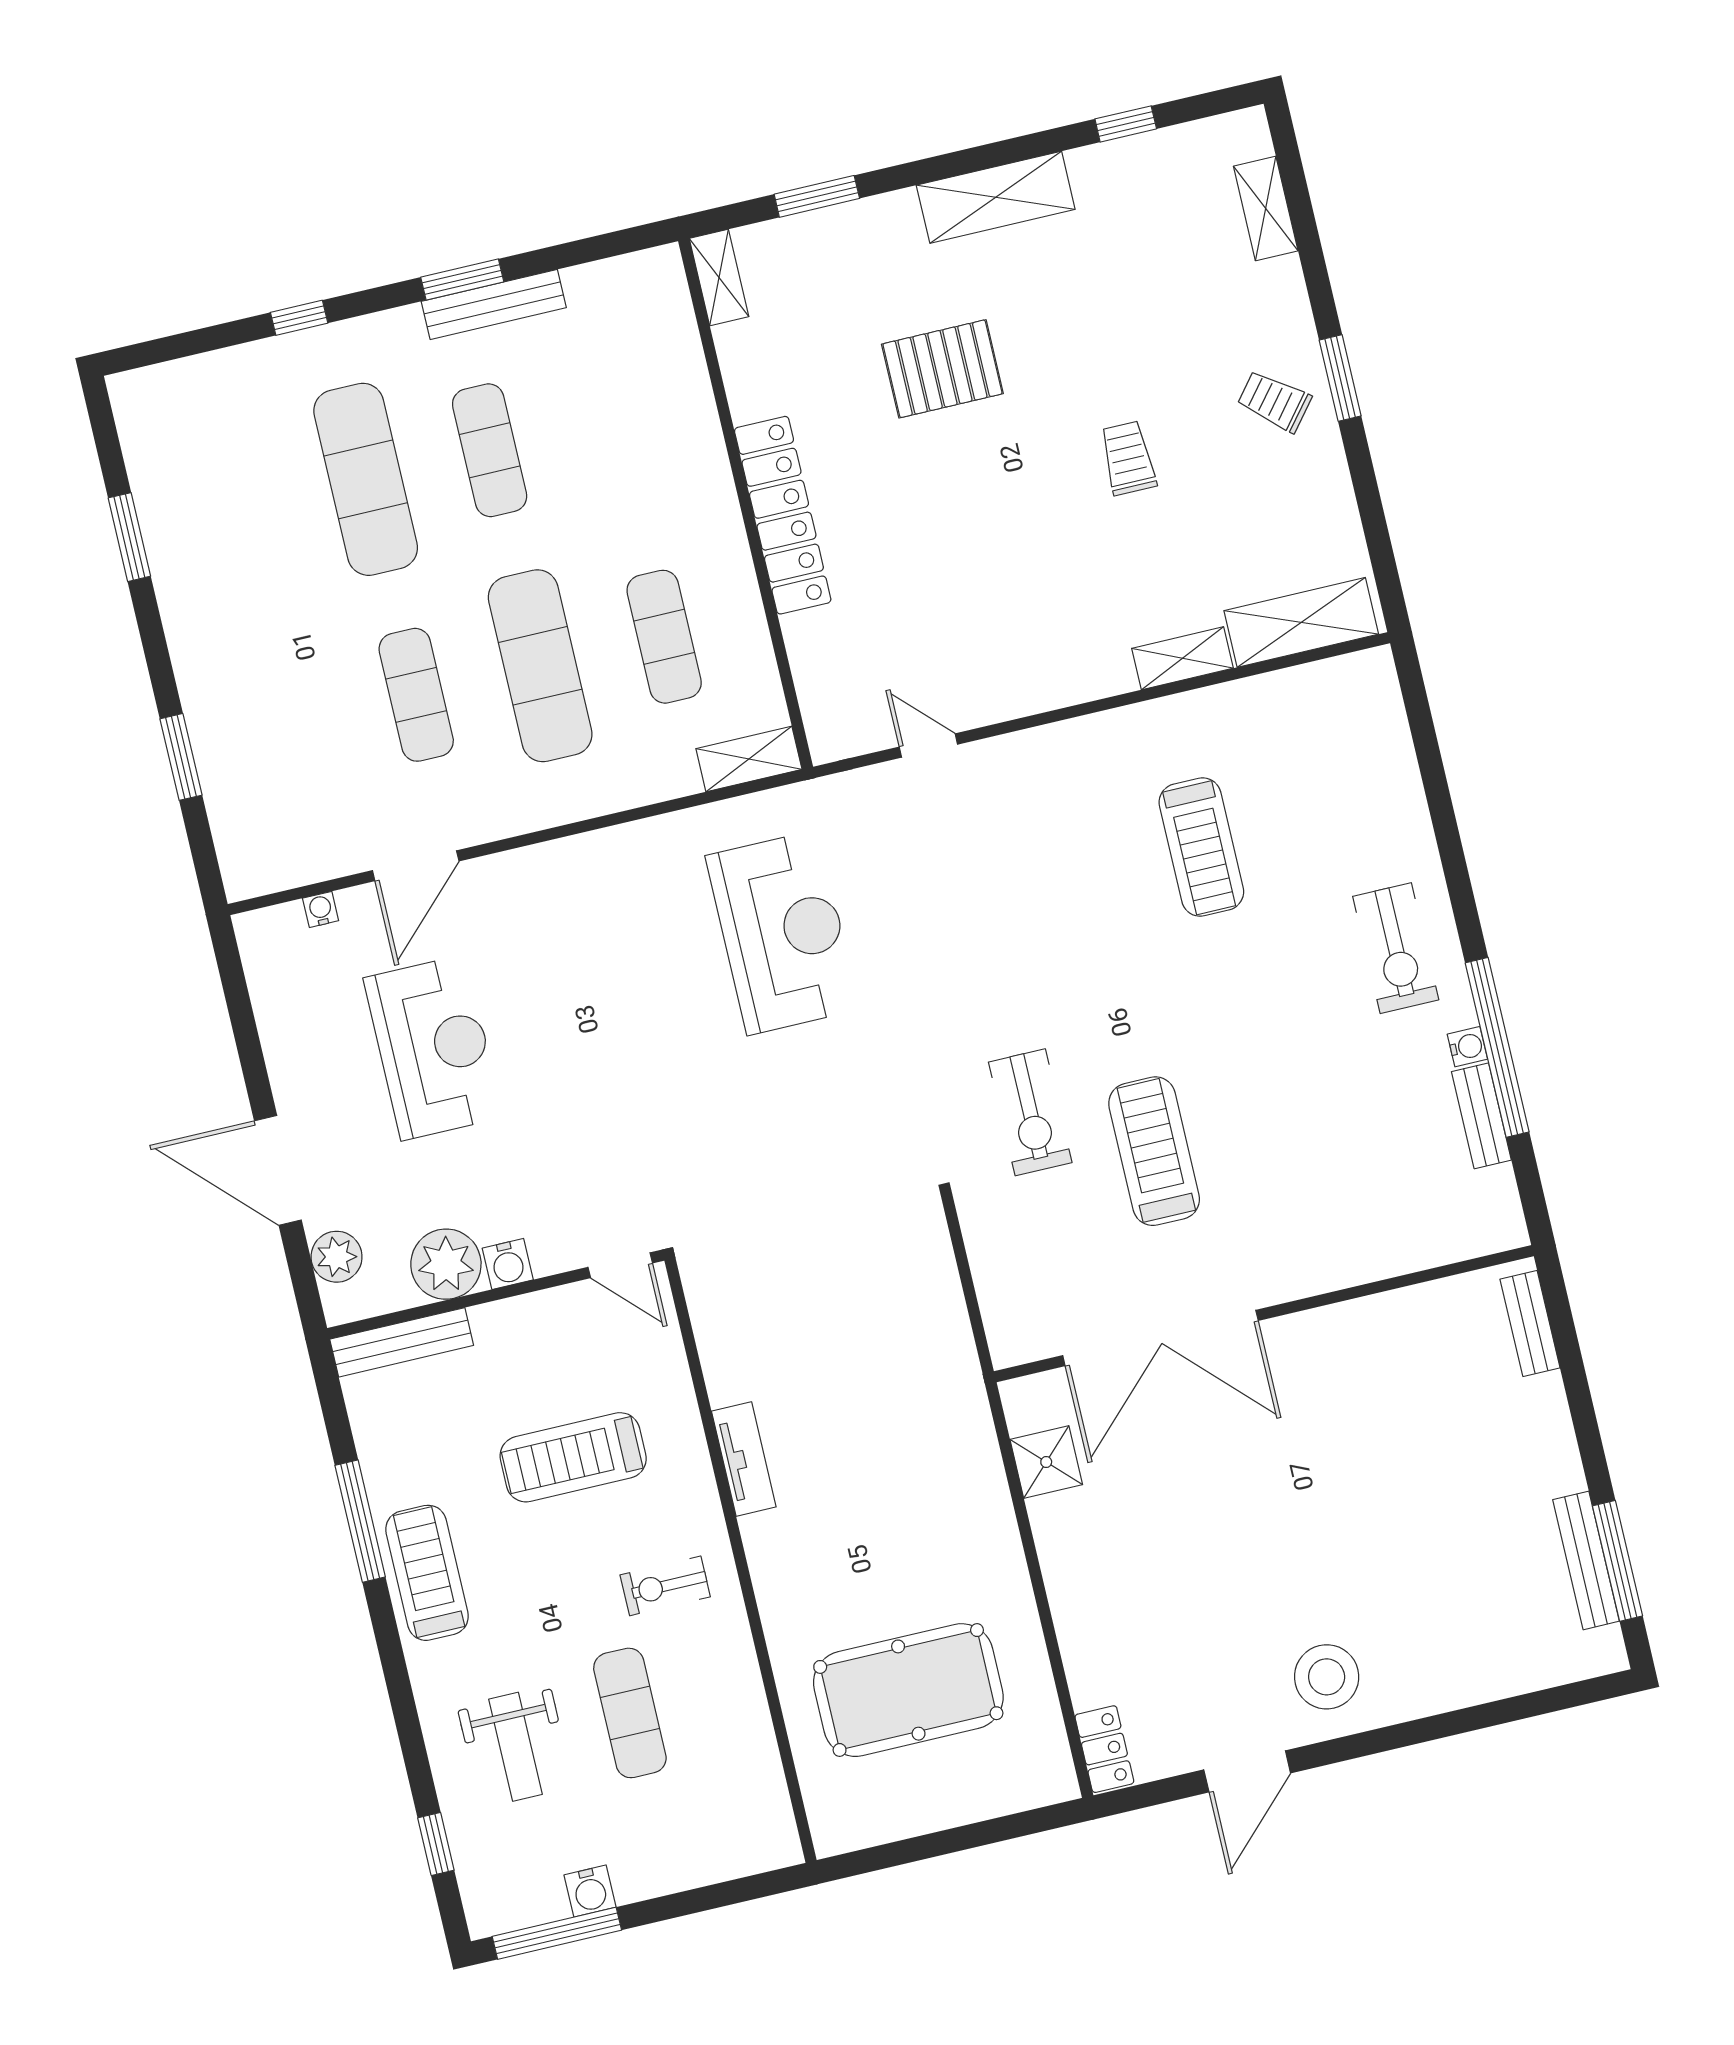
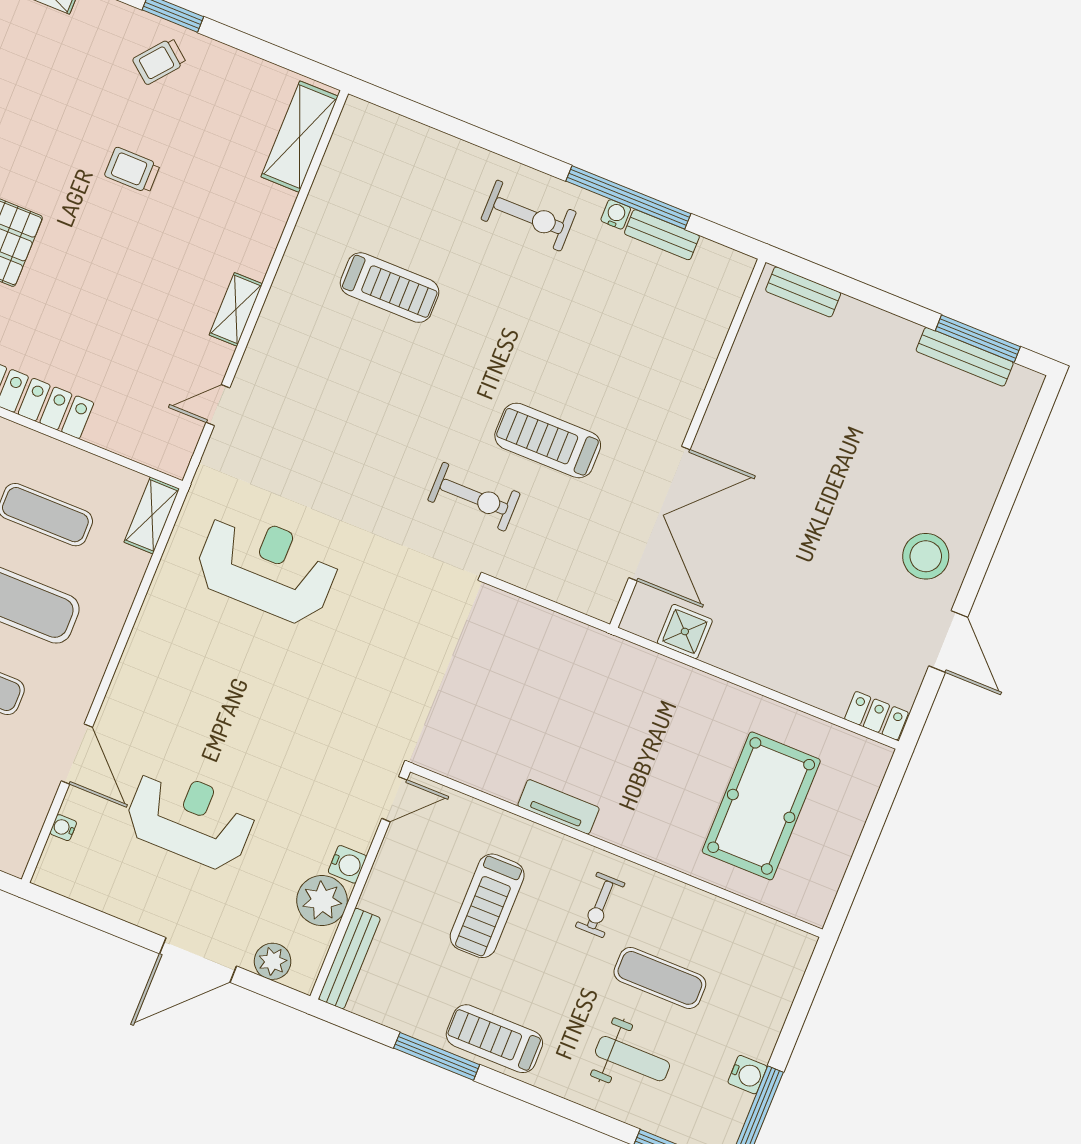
shelving: (1182, 658) -> (236, 309), moved

